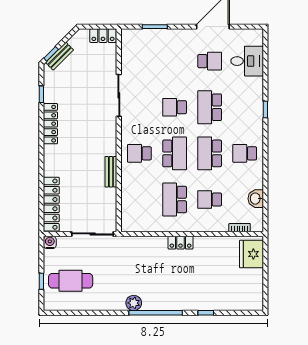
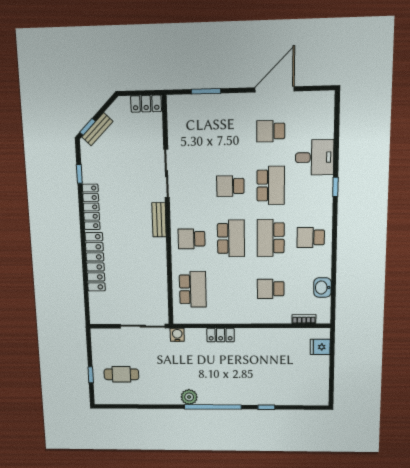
school desk: (210, 61) -> (271, 131), turned 180
desk: (247, 61) -> (315, 157), moved
school desk: (210, 107) -> (271, 185), turned 180
bench: (111, 172) -> (159, 220), moved
school desk: (175, 199) -> (193, 289), moved, turned 180
locker: (51, 204) -> (95, 262), moved
water cooler: (50, 242) -> (177, 335), moved
locker: (181, 243) -> (221, 335), moved
fridge: (251, 254) -> (320, 347), width x0.53, depth x0.75
cafe table: (71, 281) -> (121, 374), width x0.73, depth x0.74

